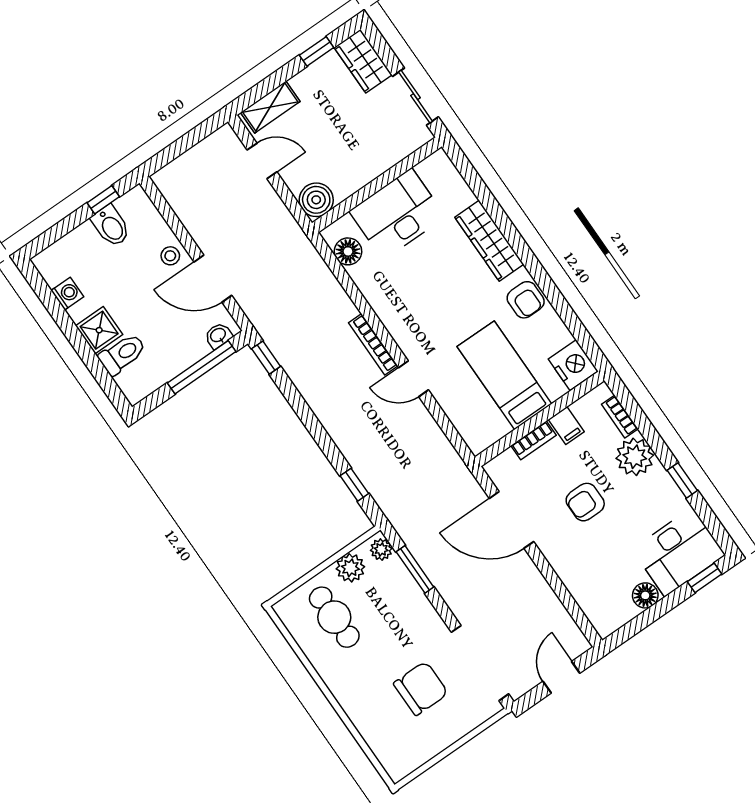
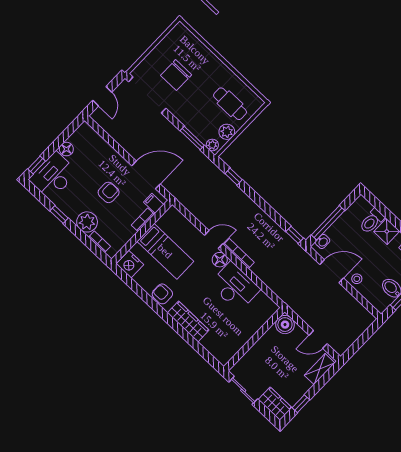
desk: (397, 214) -> (235, 287), moved, turned -90
floor lamp: (348, 251) -> (220, 260), moved
filing cabinet: (566, 426) -> (154, 203), moved

